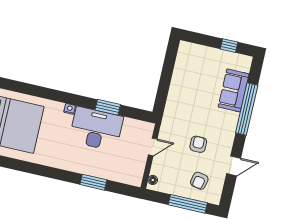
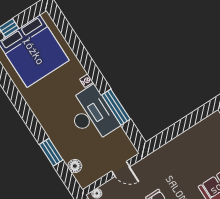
window: (108, 107) -> (116, 107), width x1.44
floor lamp: (119, 176) -> (75, 166), added

